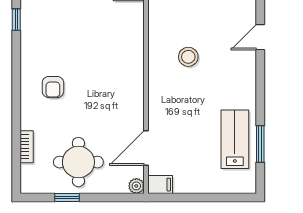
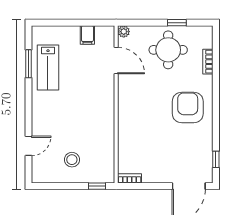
stool: (188, 57) -> (72, 160), moved
armchair: (53, 87) -> (188, 107), width x1.88, depth x1.88
door: (146, 148) -> (116, 61), hinge flipped
filing cabinet: (160, 185) -> (87, 35), moved, turned -90

